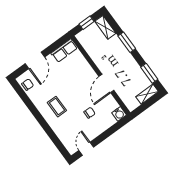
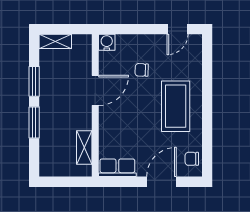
window: (86, 23) -> (66, 182), removed
shelving: (105, 27) -> (84, 147), moved
window: (149, 73) -> (34, 81), moved
coffee table: (57, 107) -> (176, 106), width x1.86, depth x1.72

